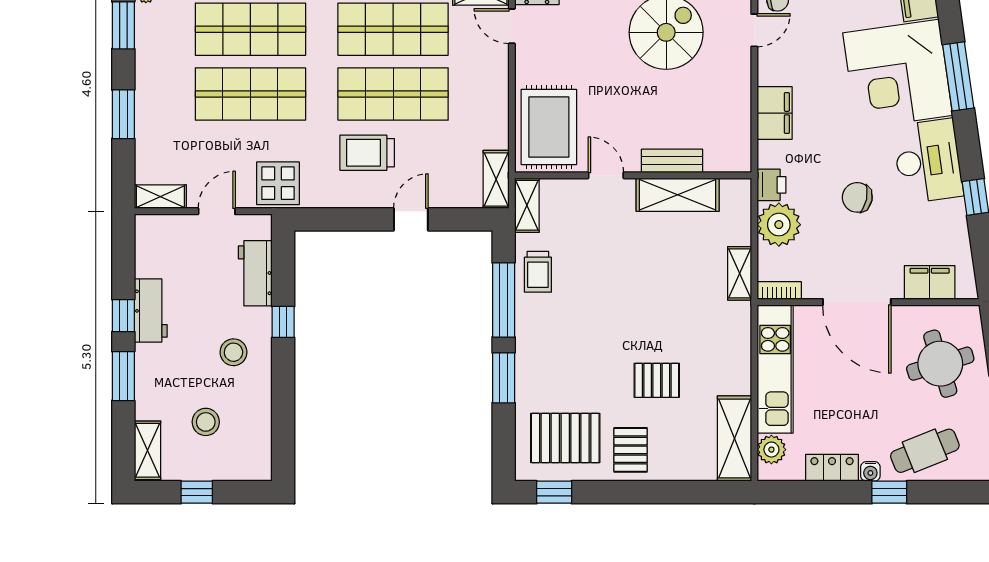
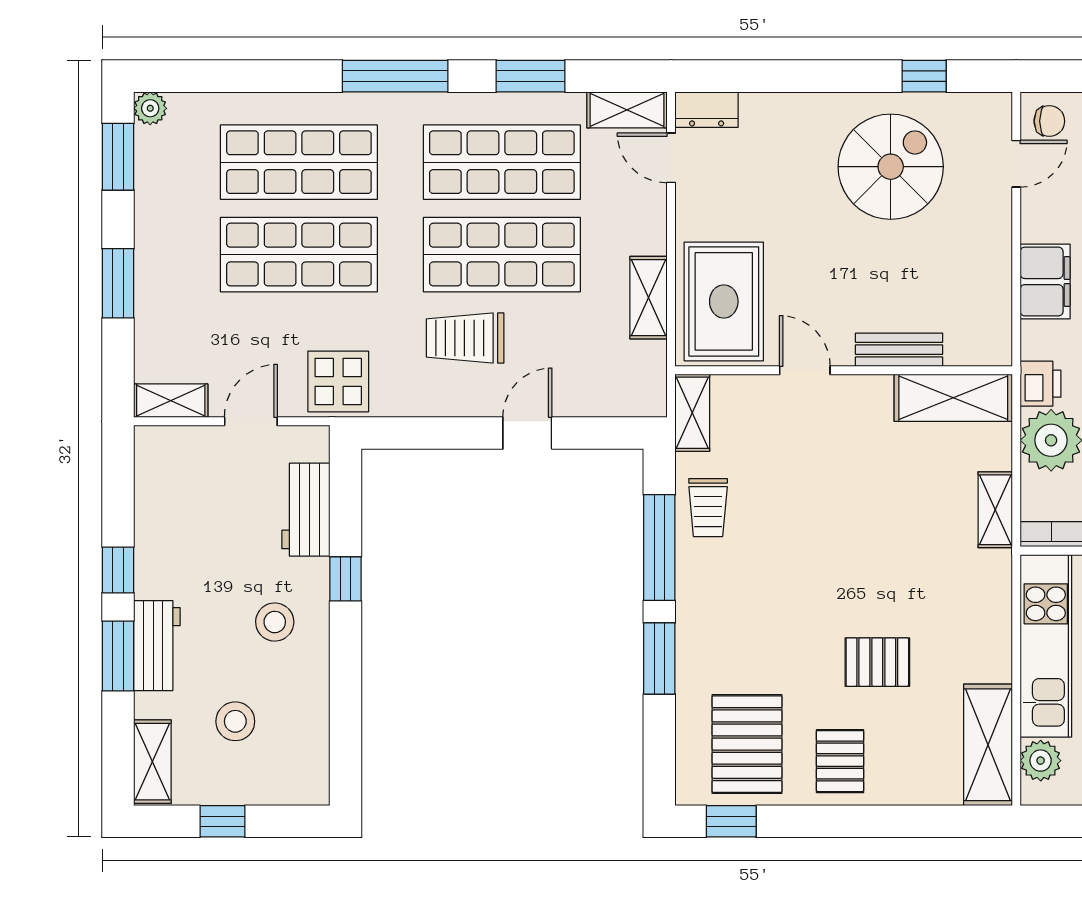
shelving: (496, 179) -> (649, 298), moved
shelving: (678, 195) -> (953, 398), moved
workbench: (151, 311) -> (157, 646), moved
pallet: (565, 438) -> (747, 744), turned 90

